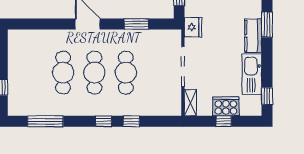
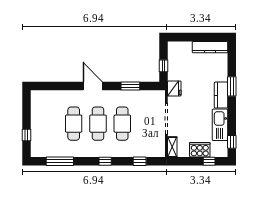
window: (131, 121) -> (140, 161), moved
window: (224, 121) -> (209, 161), moved

